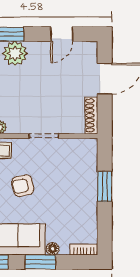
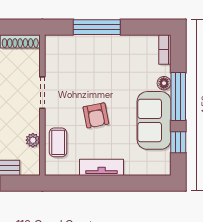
window: (105, 186) -> (97, 27), width x1.44
window: (40, 262) -> (178, 96), width x1.44

